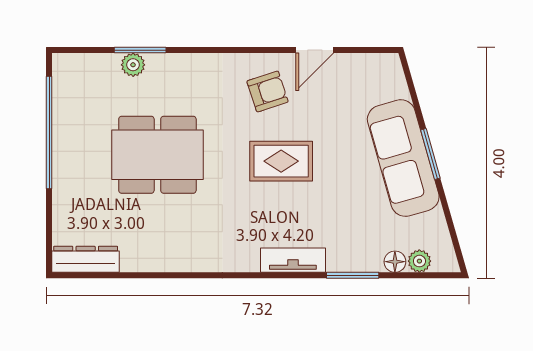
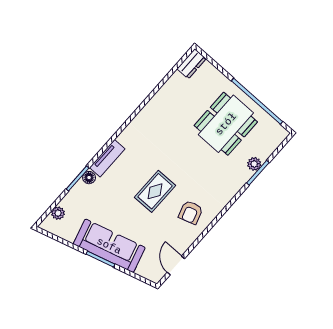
door: (315, 50) -> (176, 265), moved
dining table: (157, 155) -> (226, 124), moved
dresser: (86, 259) -> (192, 64), width x0.70
floor lamp: (395, 262) -> (89, 178), moved

